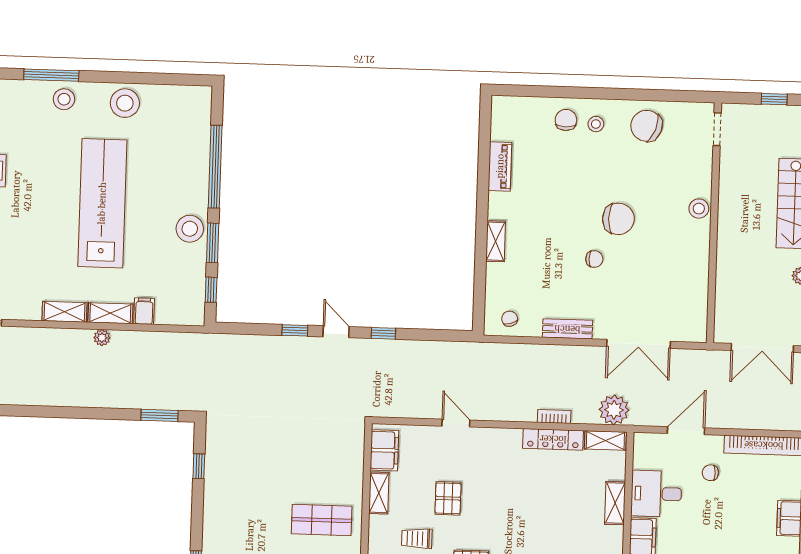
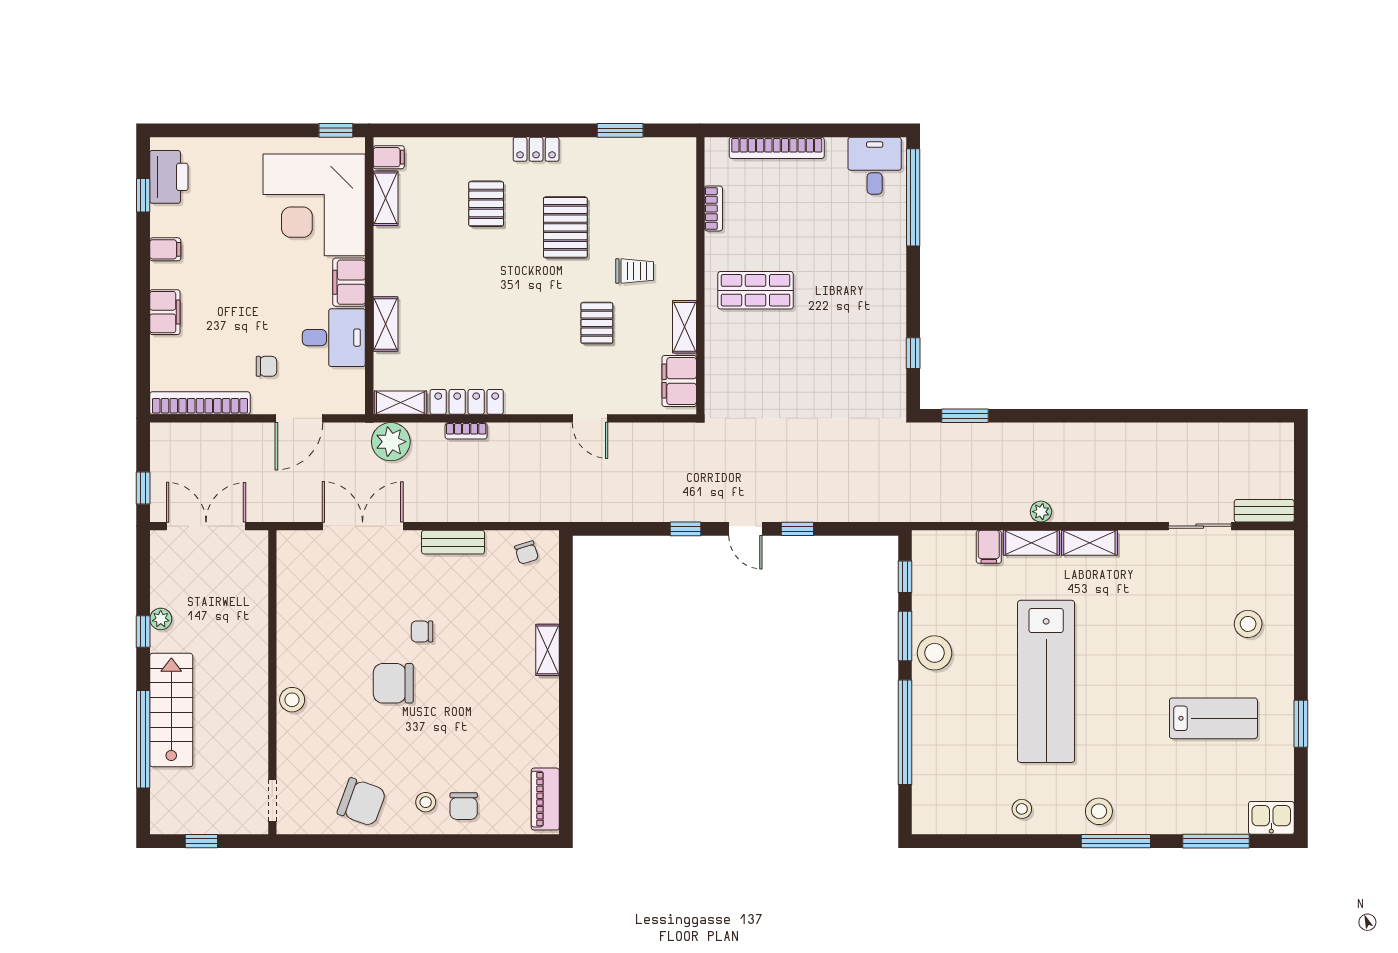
stool: (125, 103) -> (1022, 809), width x0.53, depth x0.53
piano: (500, 166) -> (545, 799), moved

